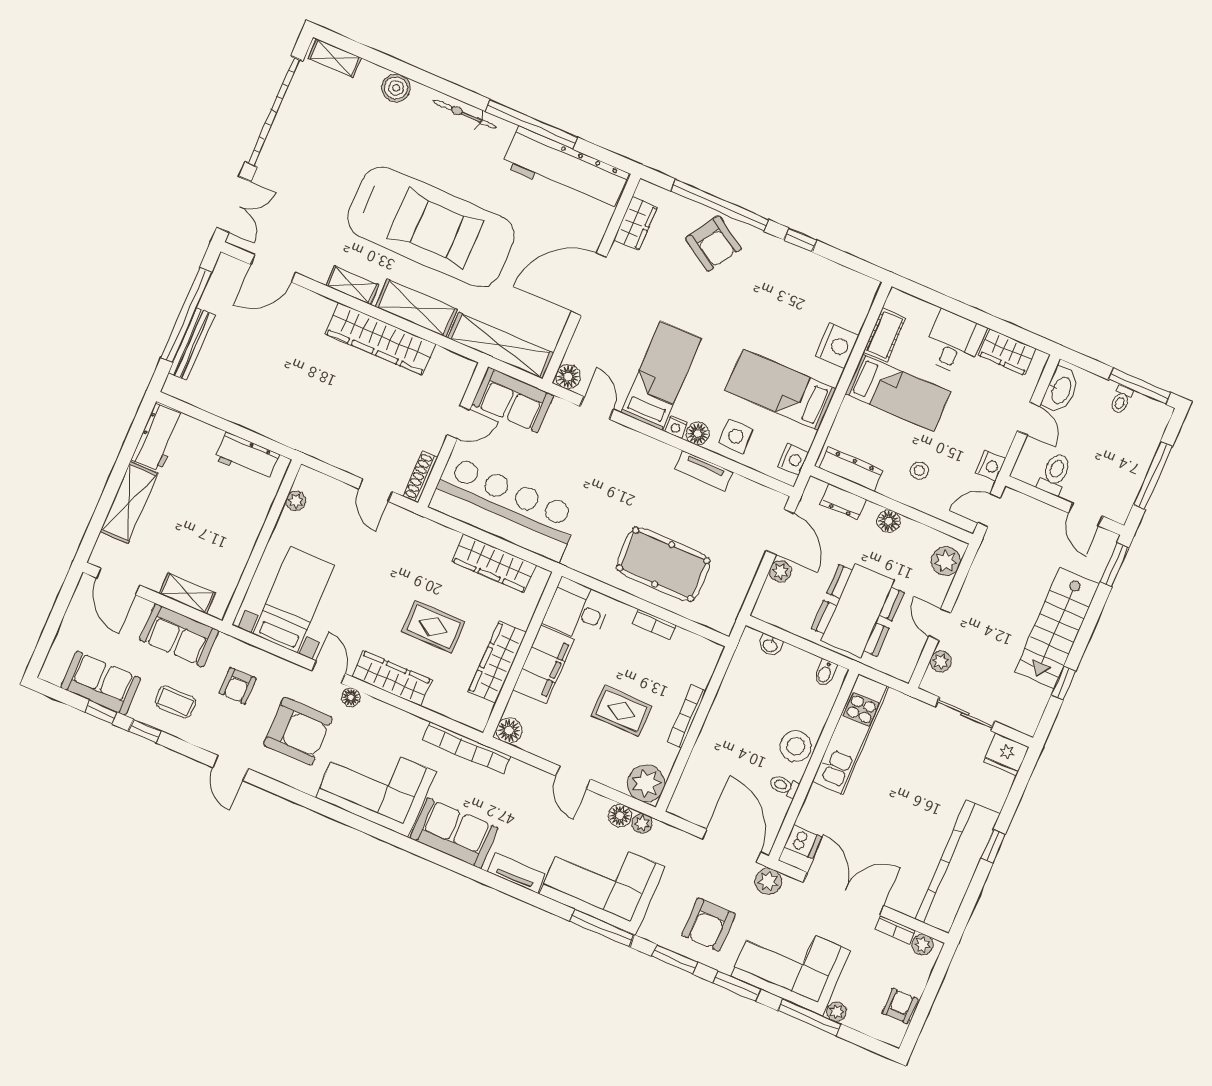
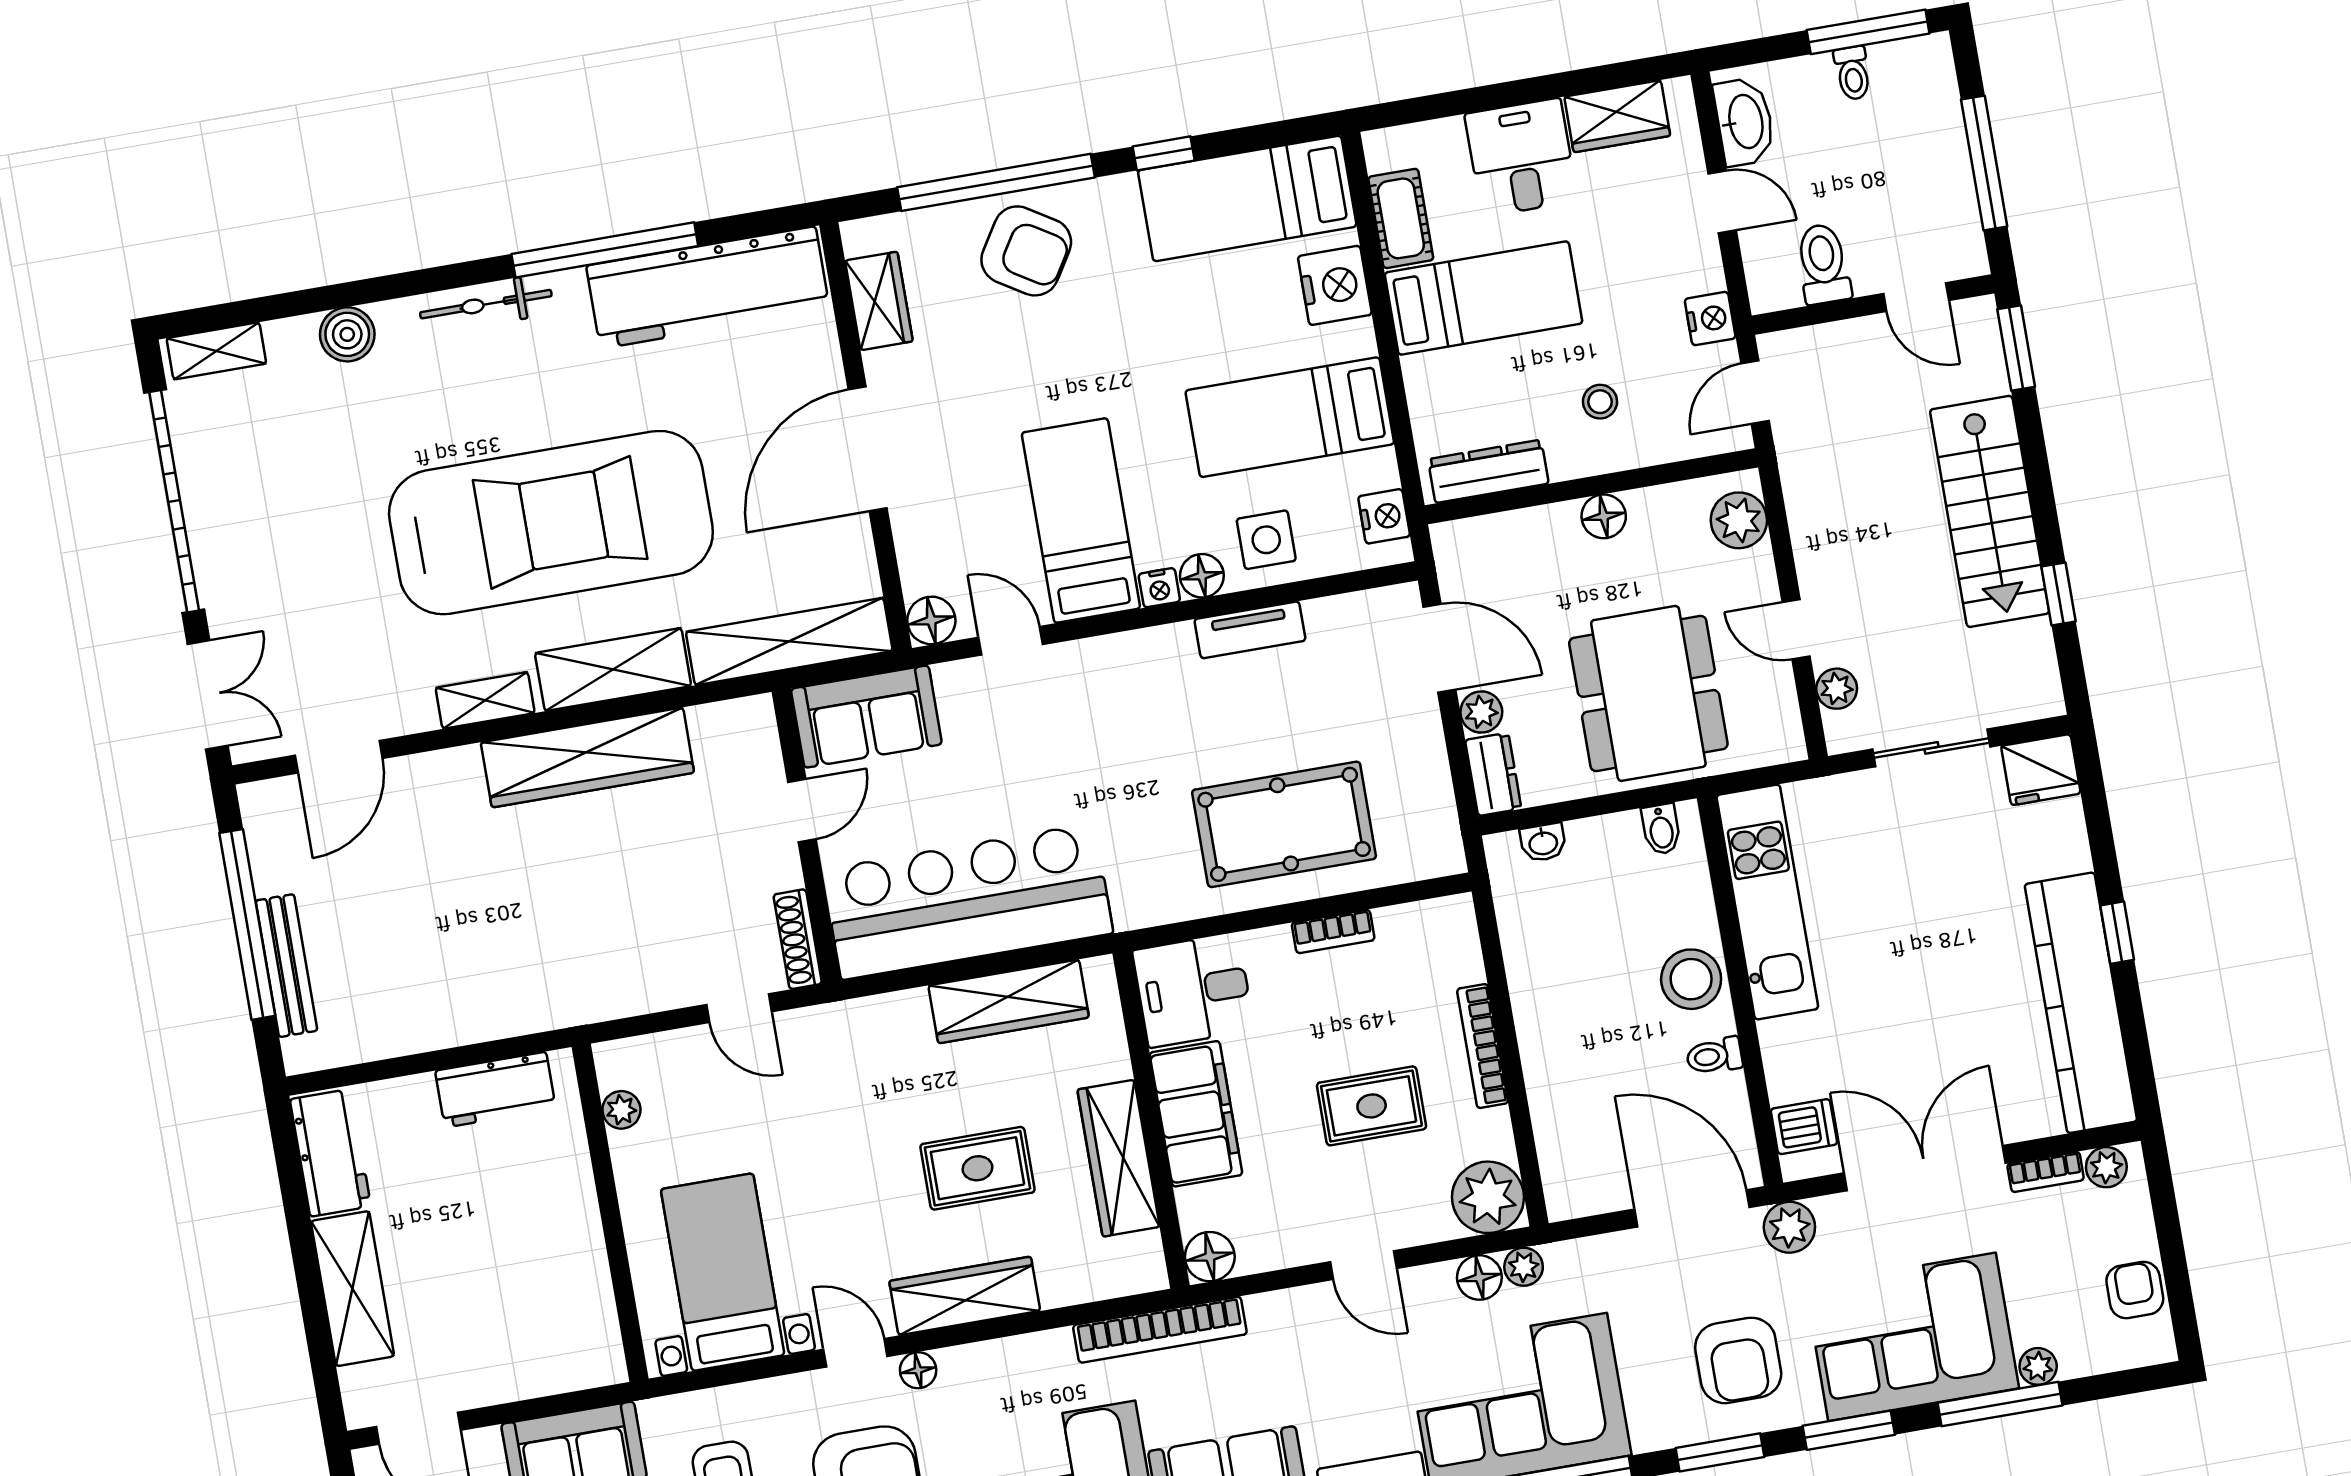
bed: (824, 283) -> (1247, 198), added
dresser: (843, 502) -> (1493, 774), moved, turned -90
shelving: (187, 593) -> (543, 1374), removed

